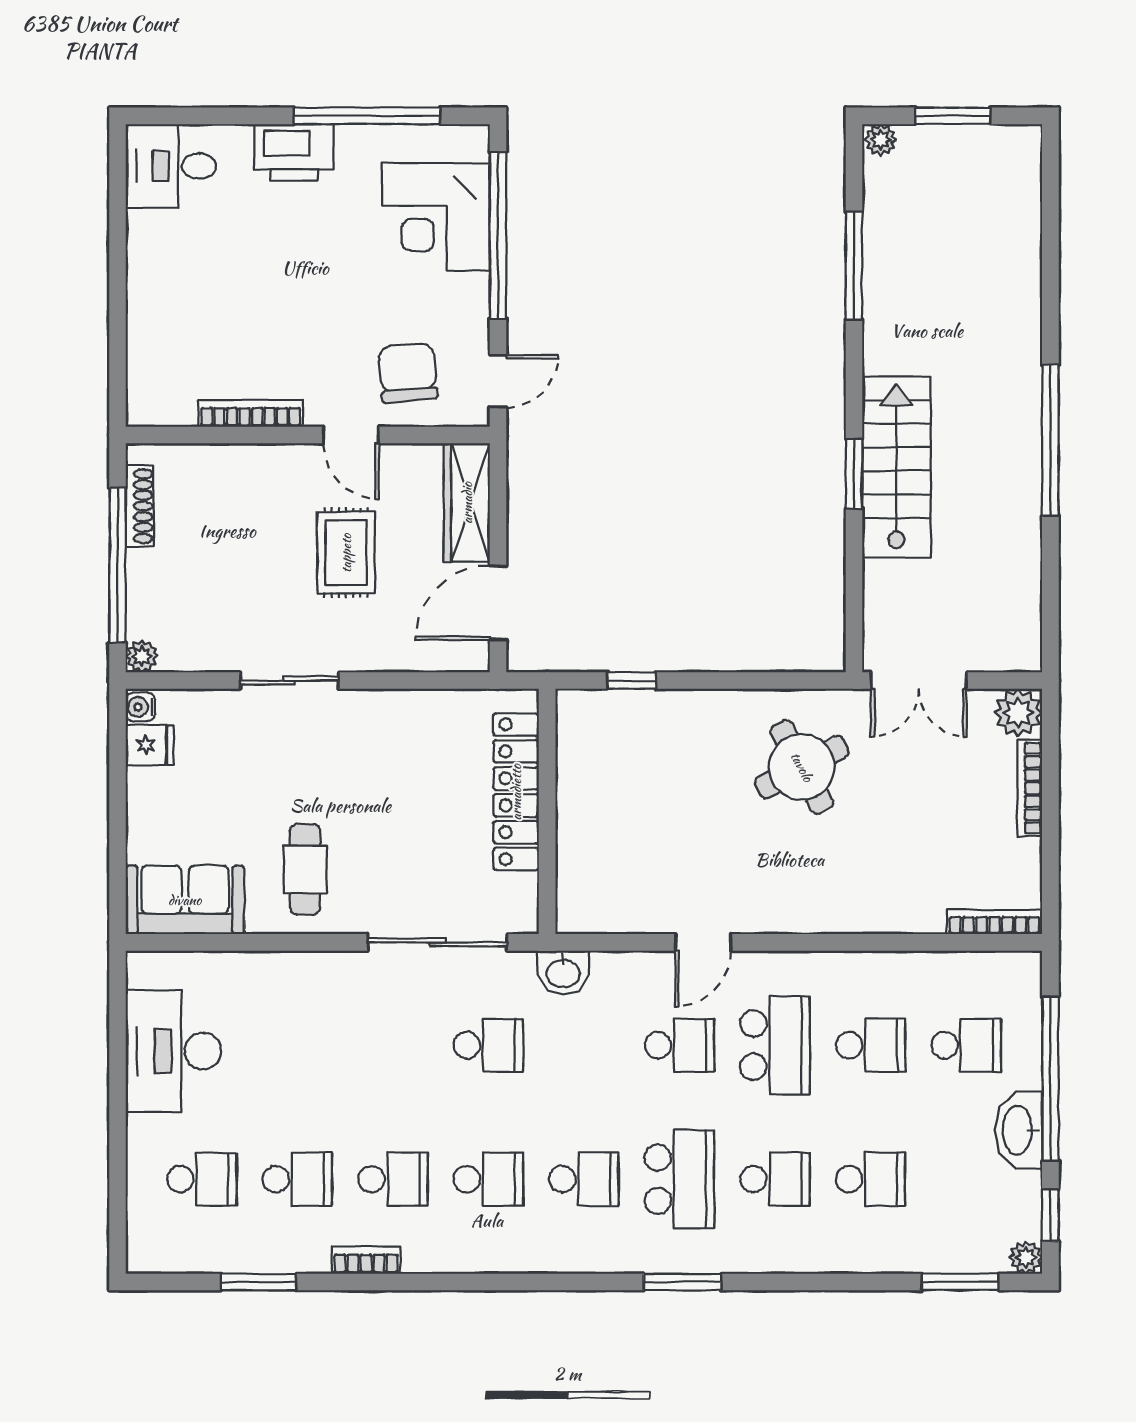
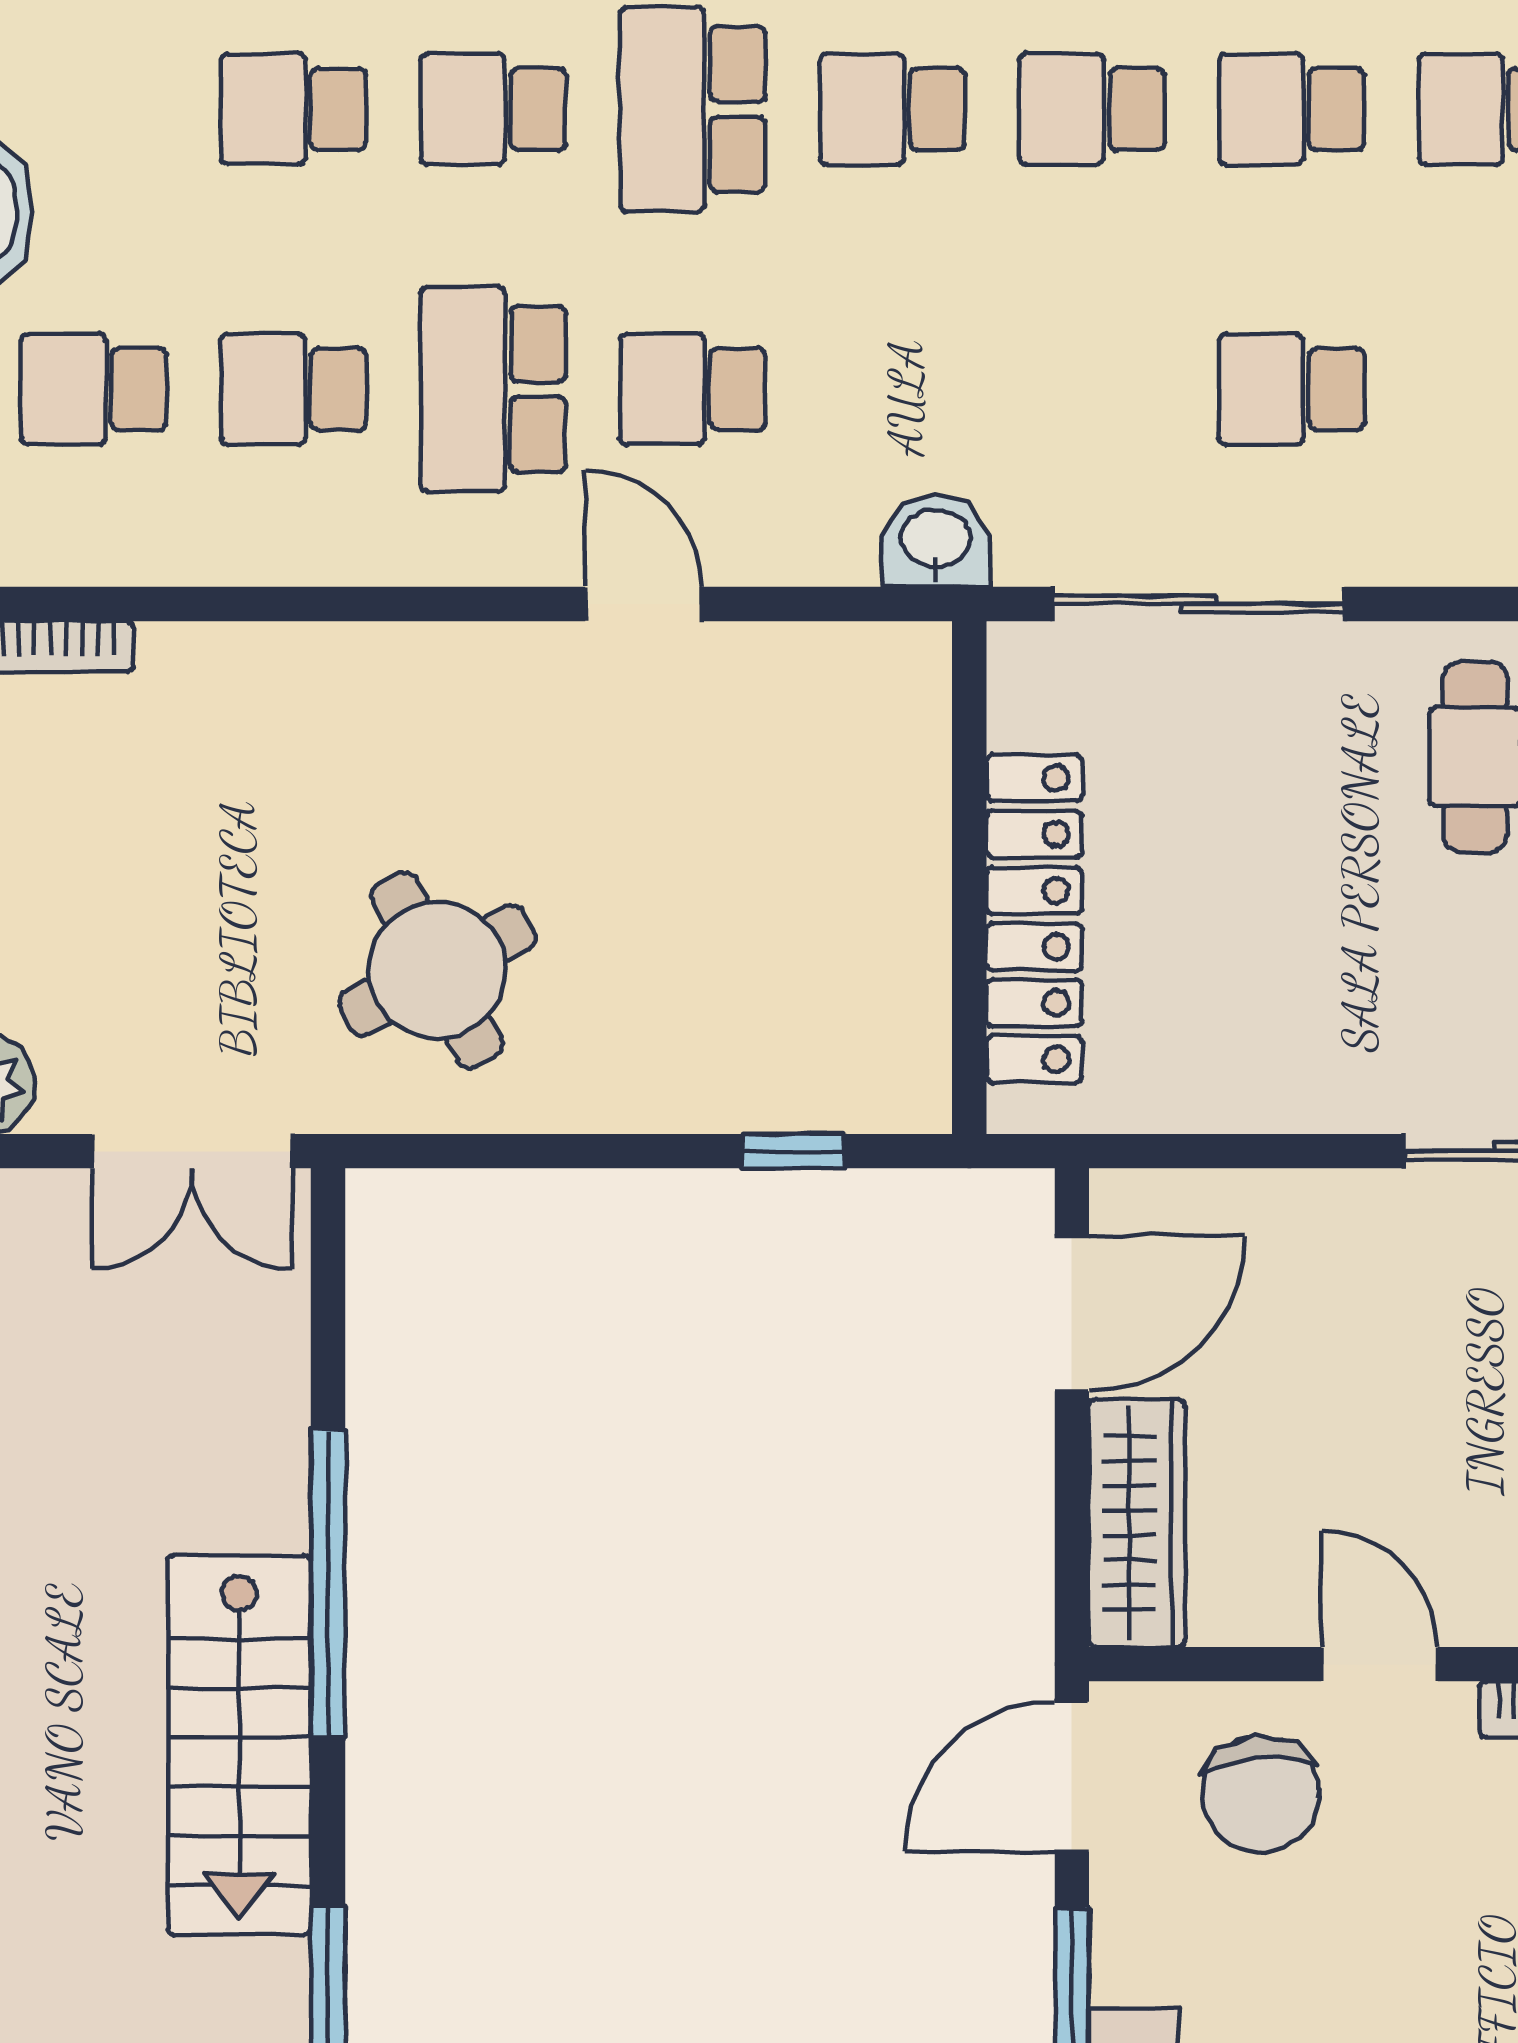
door: (498, 381) -> (1072, 1777), width x1.38
stairs: (896, 467) -> (239, 1745), moved
window: (854, 474) -> (328, 1583), width x2.11
rug: (346, 553) -> (1390, 1419), removed
double door: (919, 681) -> (192, 1151), swing flipped
door: (703, 942) -> (644, 604), hinge flipped
school desk: (488, 1045) -> (1292, 389), moved

